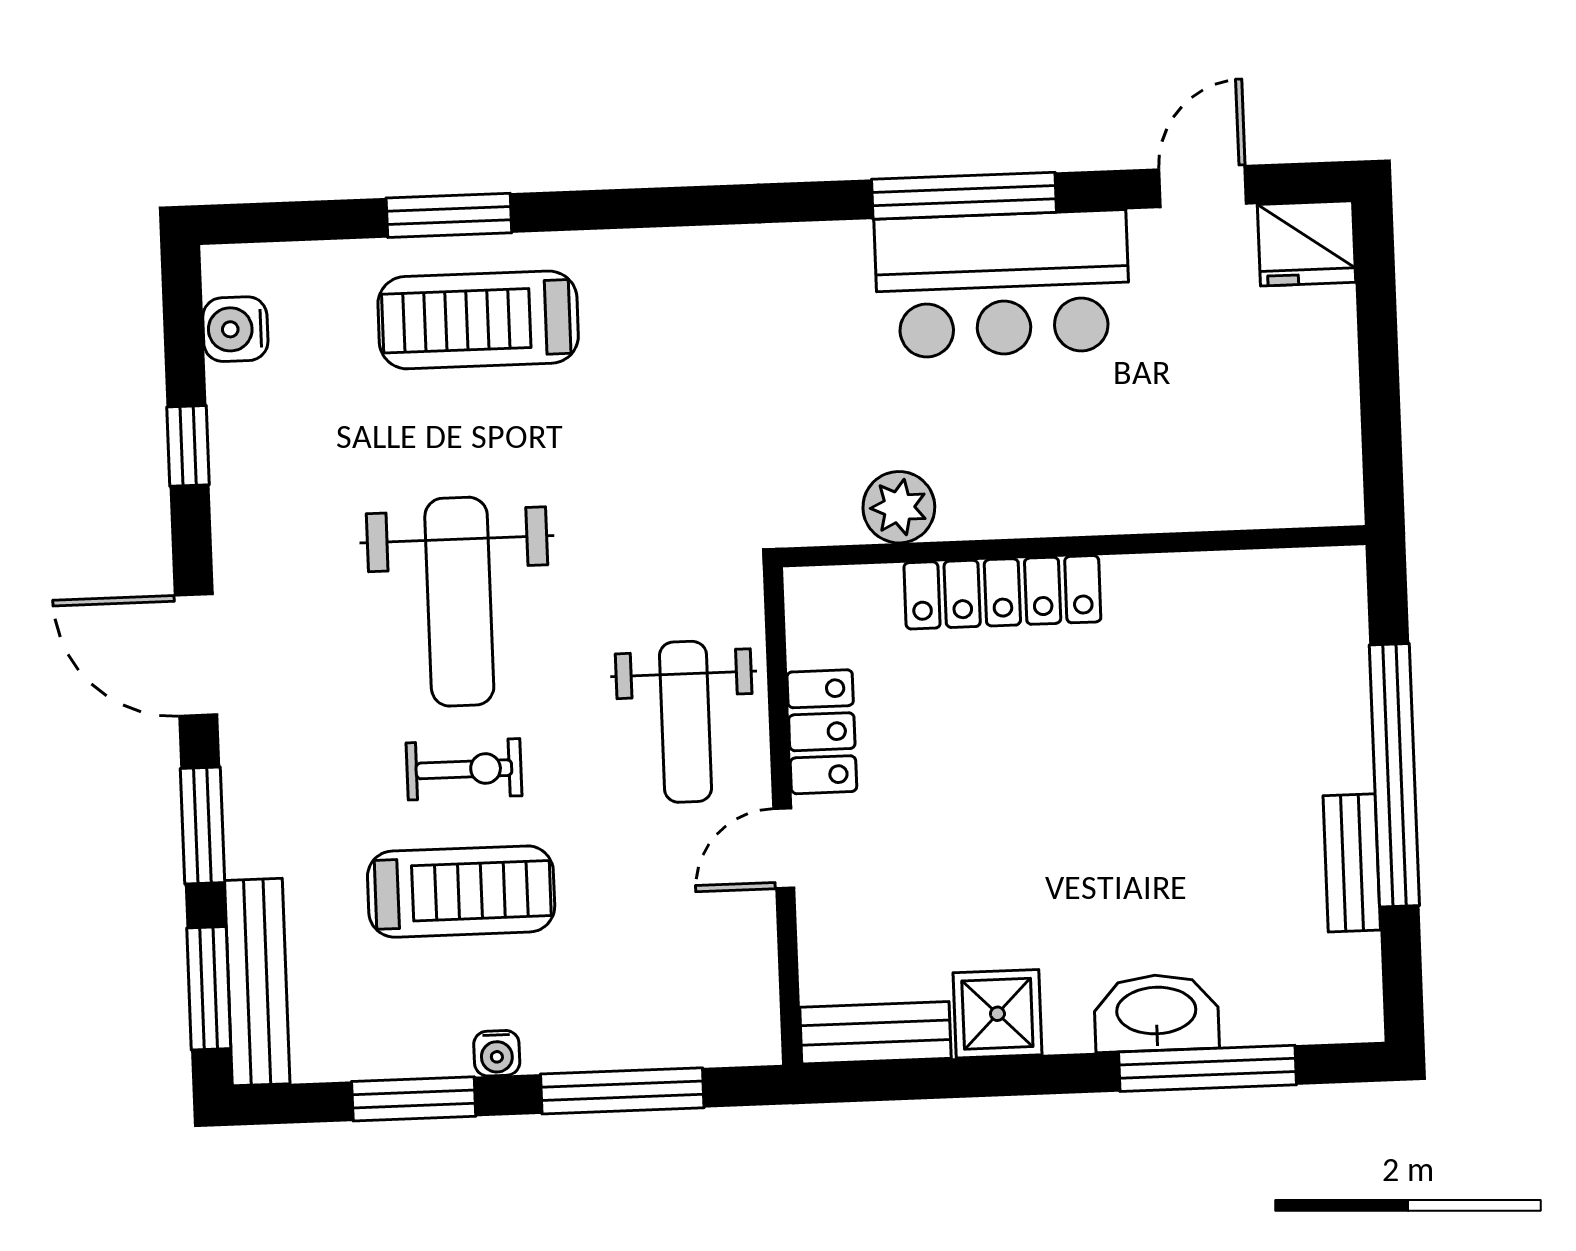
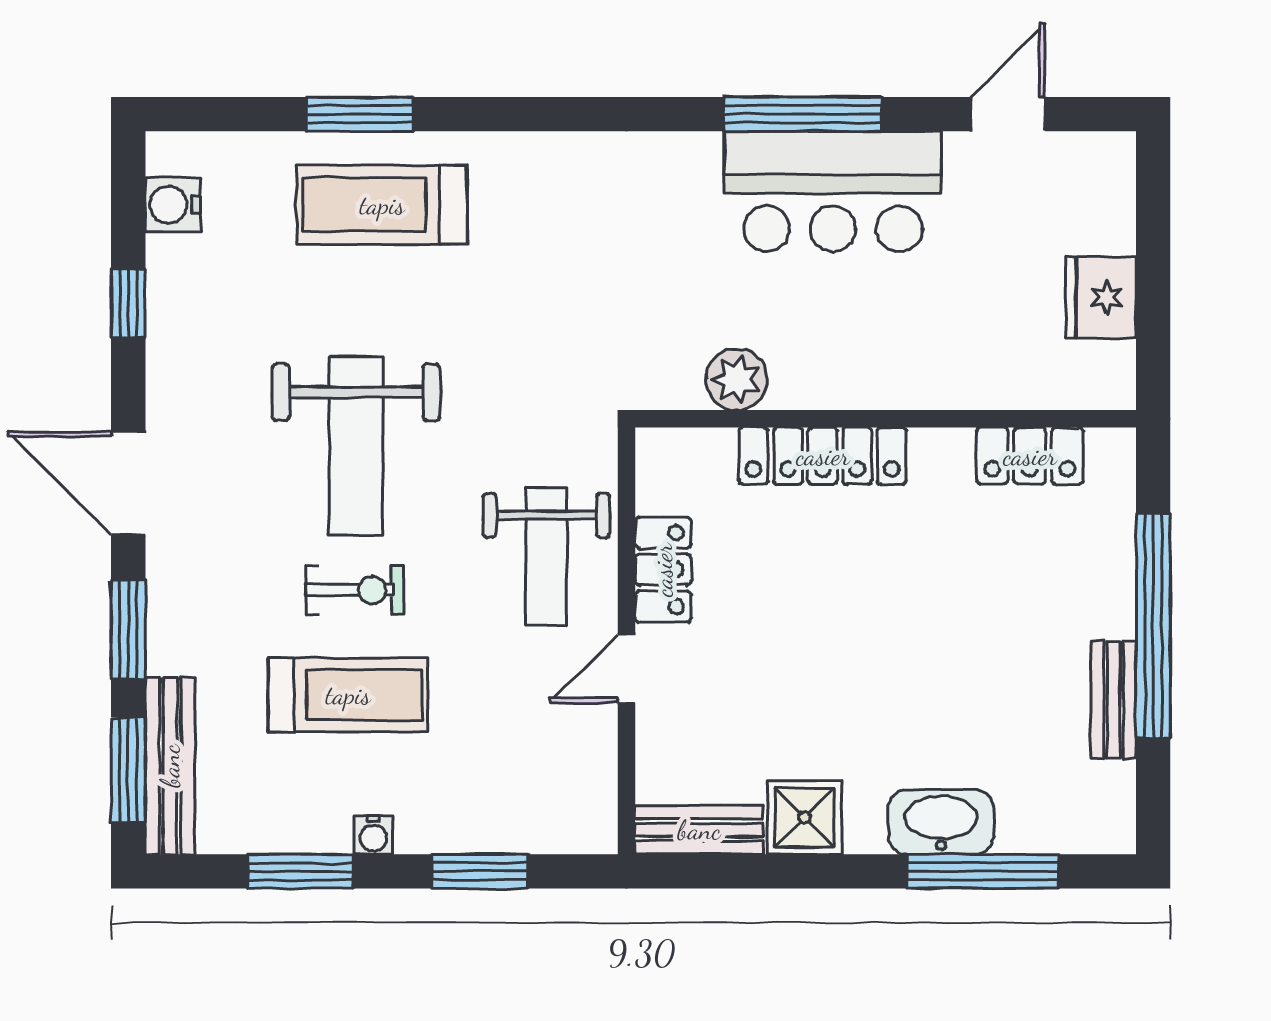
fridge: (1307, 243) -> (1101, 297), moved, turned 90
locker: (1243, 583) -> (1030, 456), added
window: (622, 1091) -> (480, 871), width x0.69

